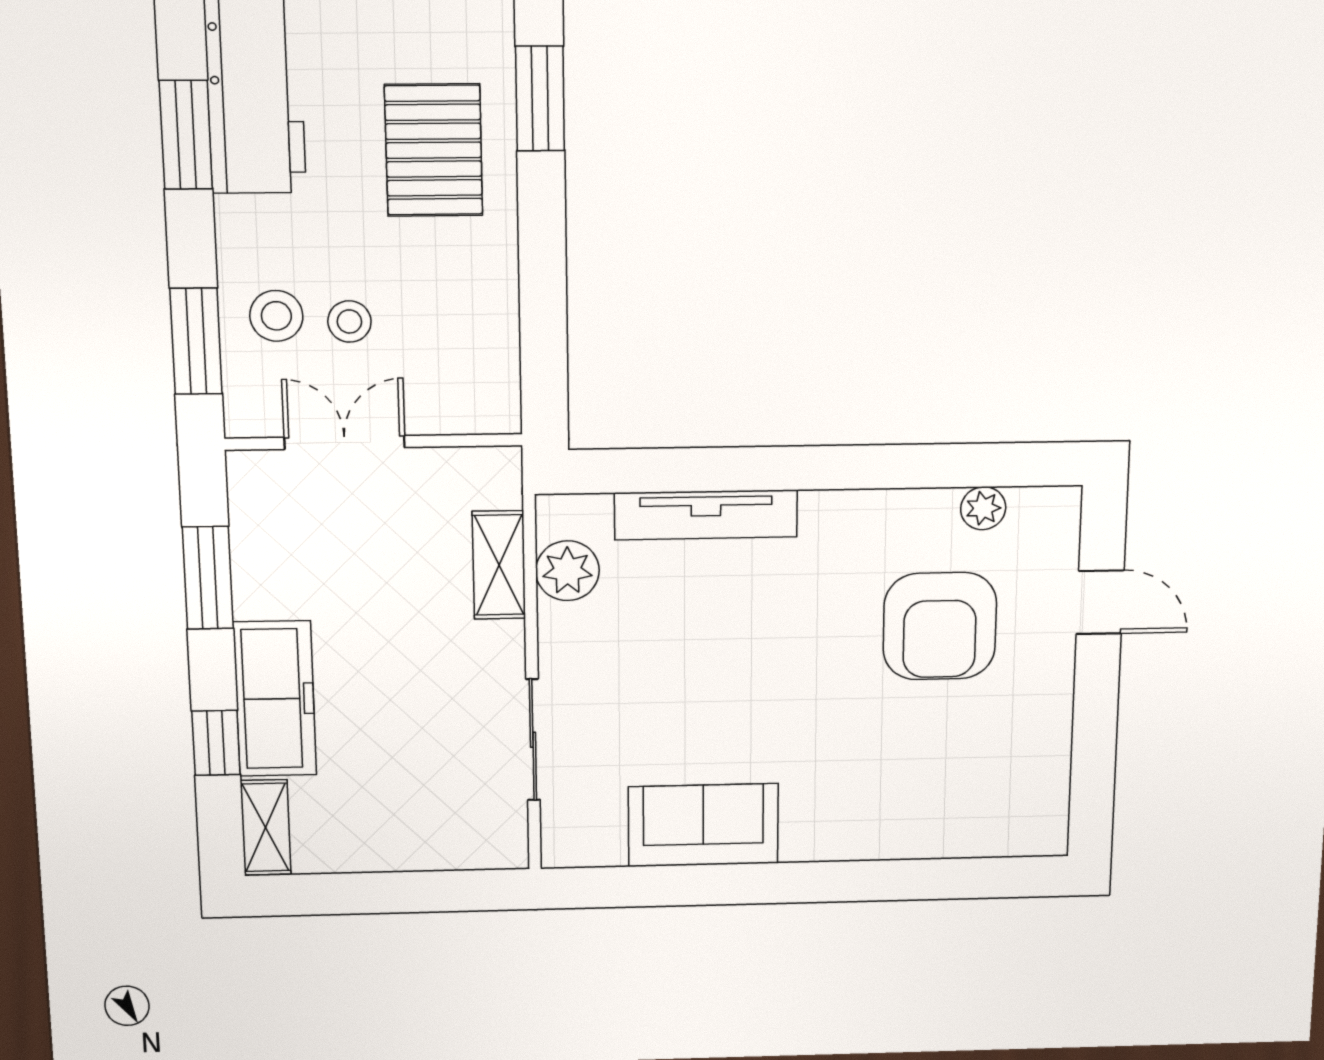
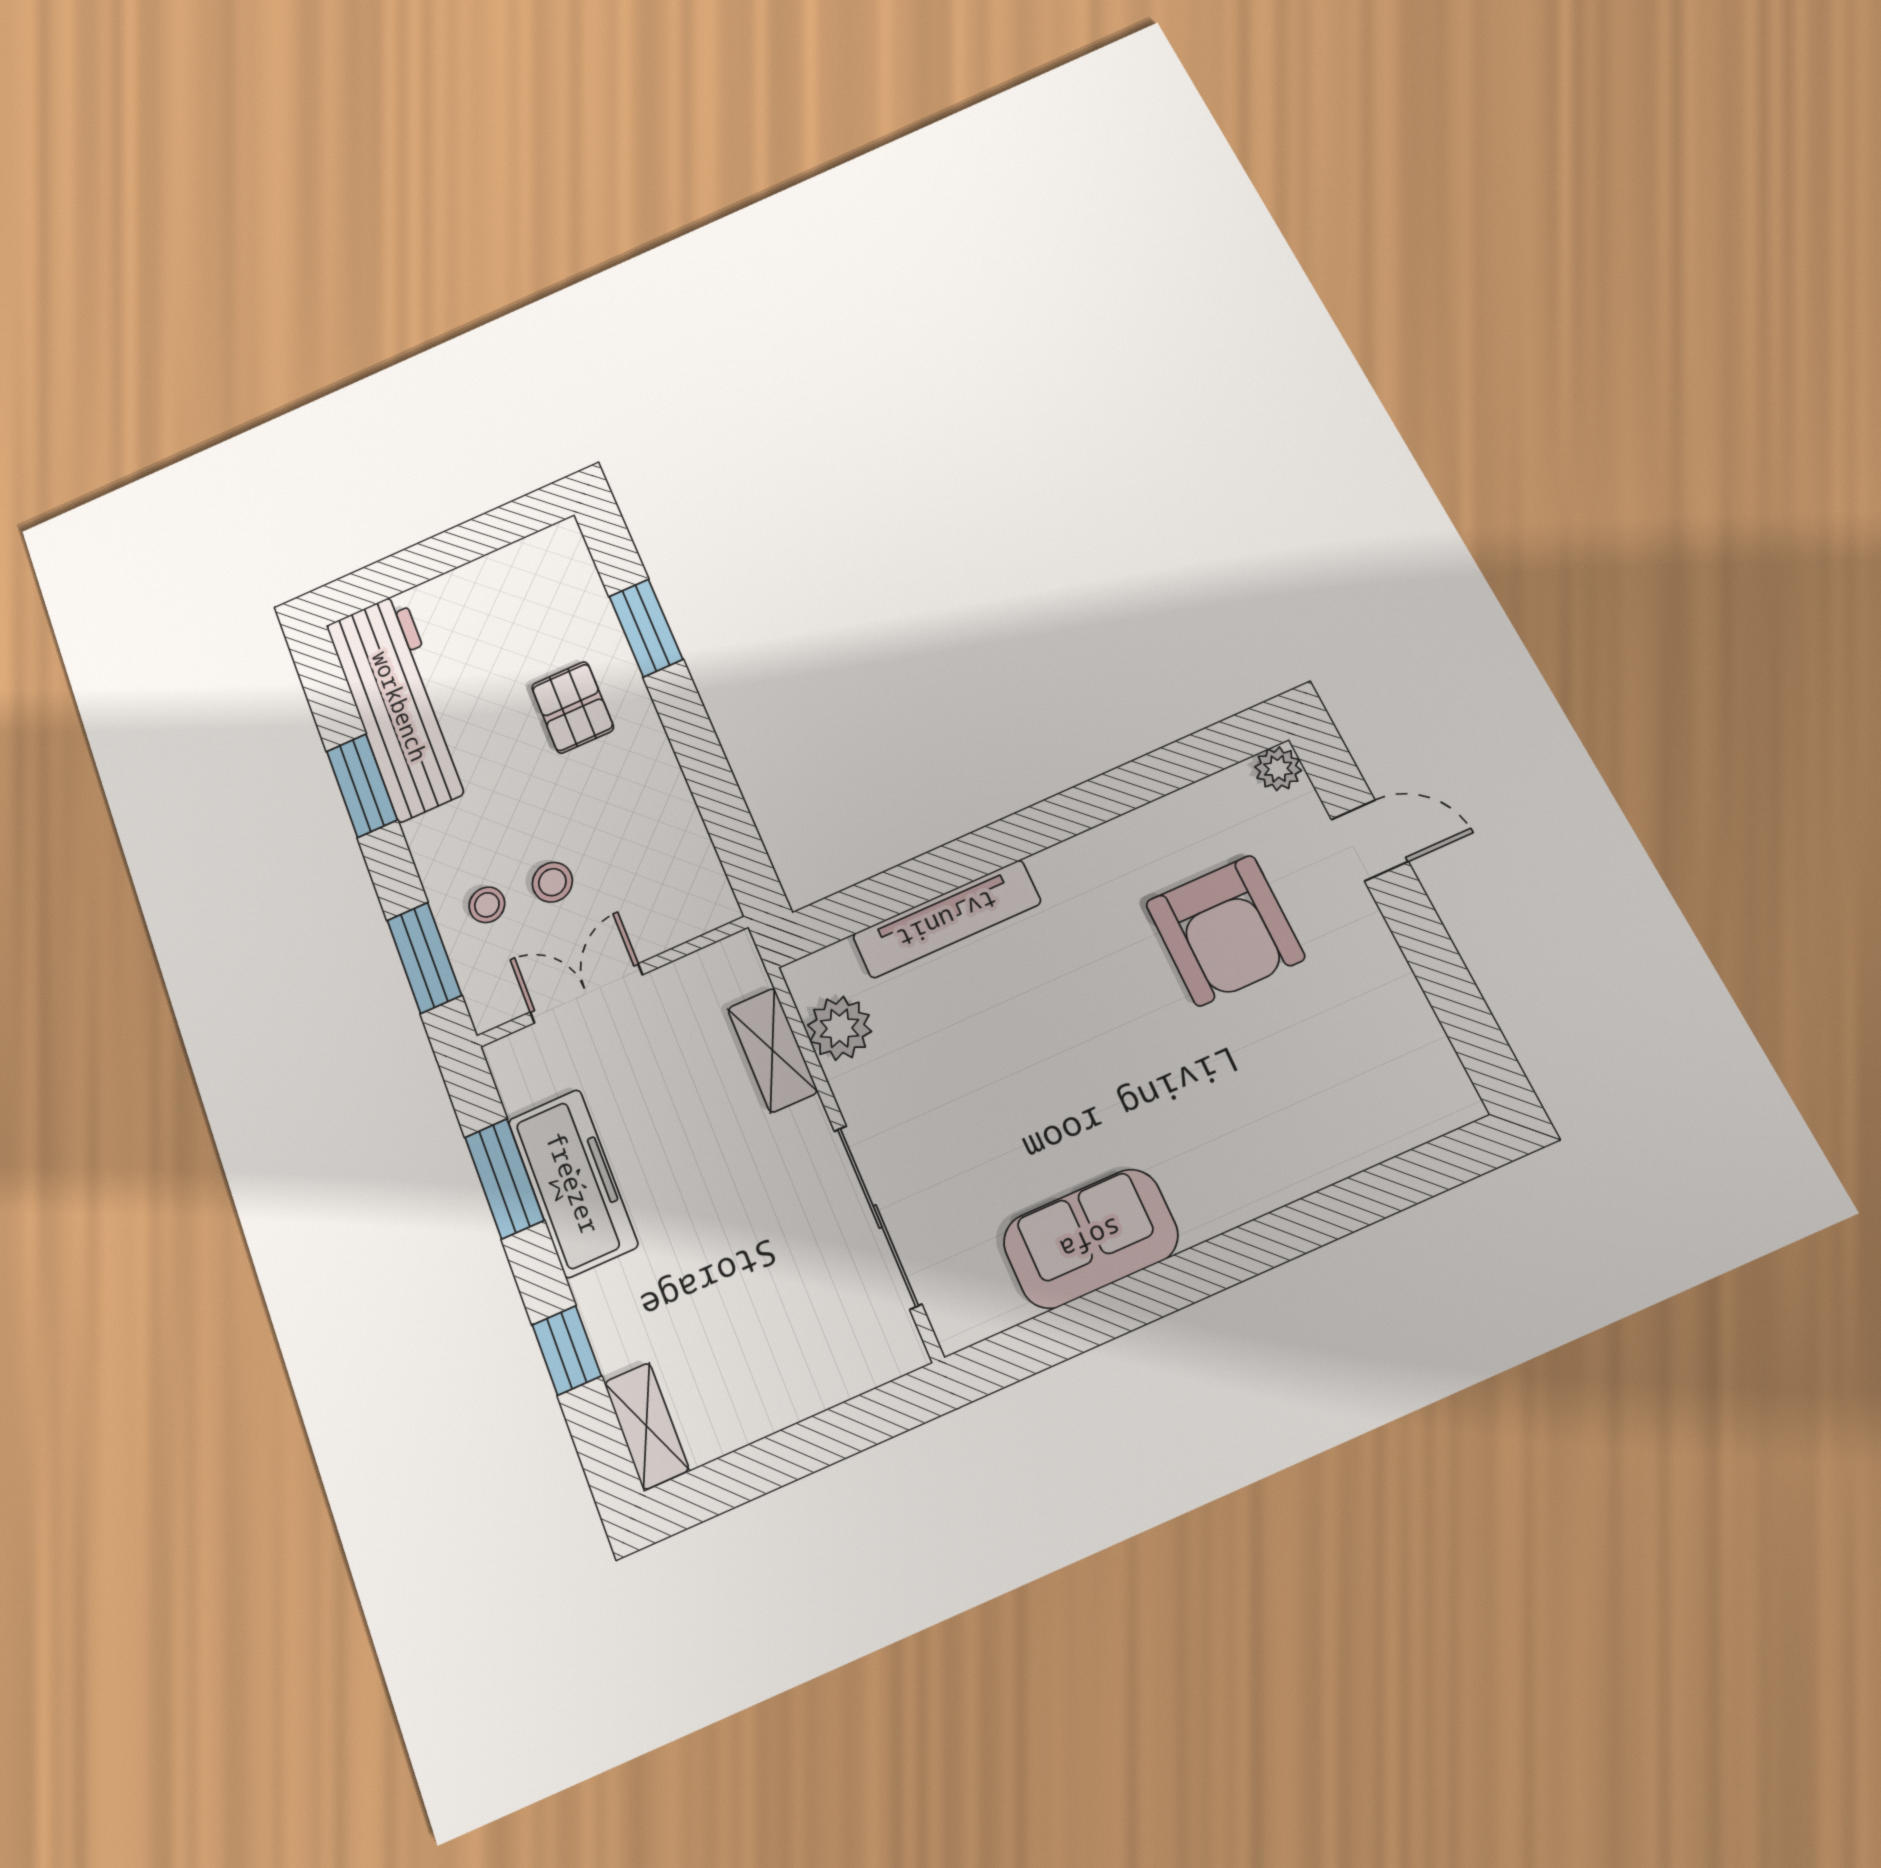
pallet: (434, 150) -> (573, 707), width x0.67, depth x0.71
stool: (276, 316) -> (487, 905), width x0.73, depth x0.73
plant: (983, 508) -> (1278, 769), moved
freezer: (275, 699) -> (573, 1183), moved
sliding door: (533, 740) -> (878, 1216), width x1.37

